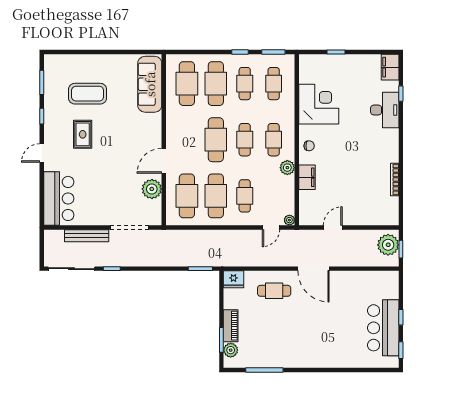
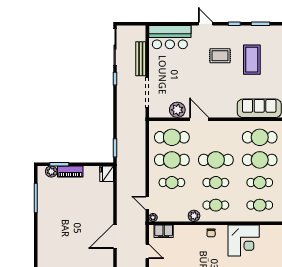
filing cabinet: (307, 177) -> (164, 231), moved
cafe table: (274, 291) -> (98, 206), removed

